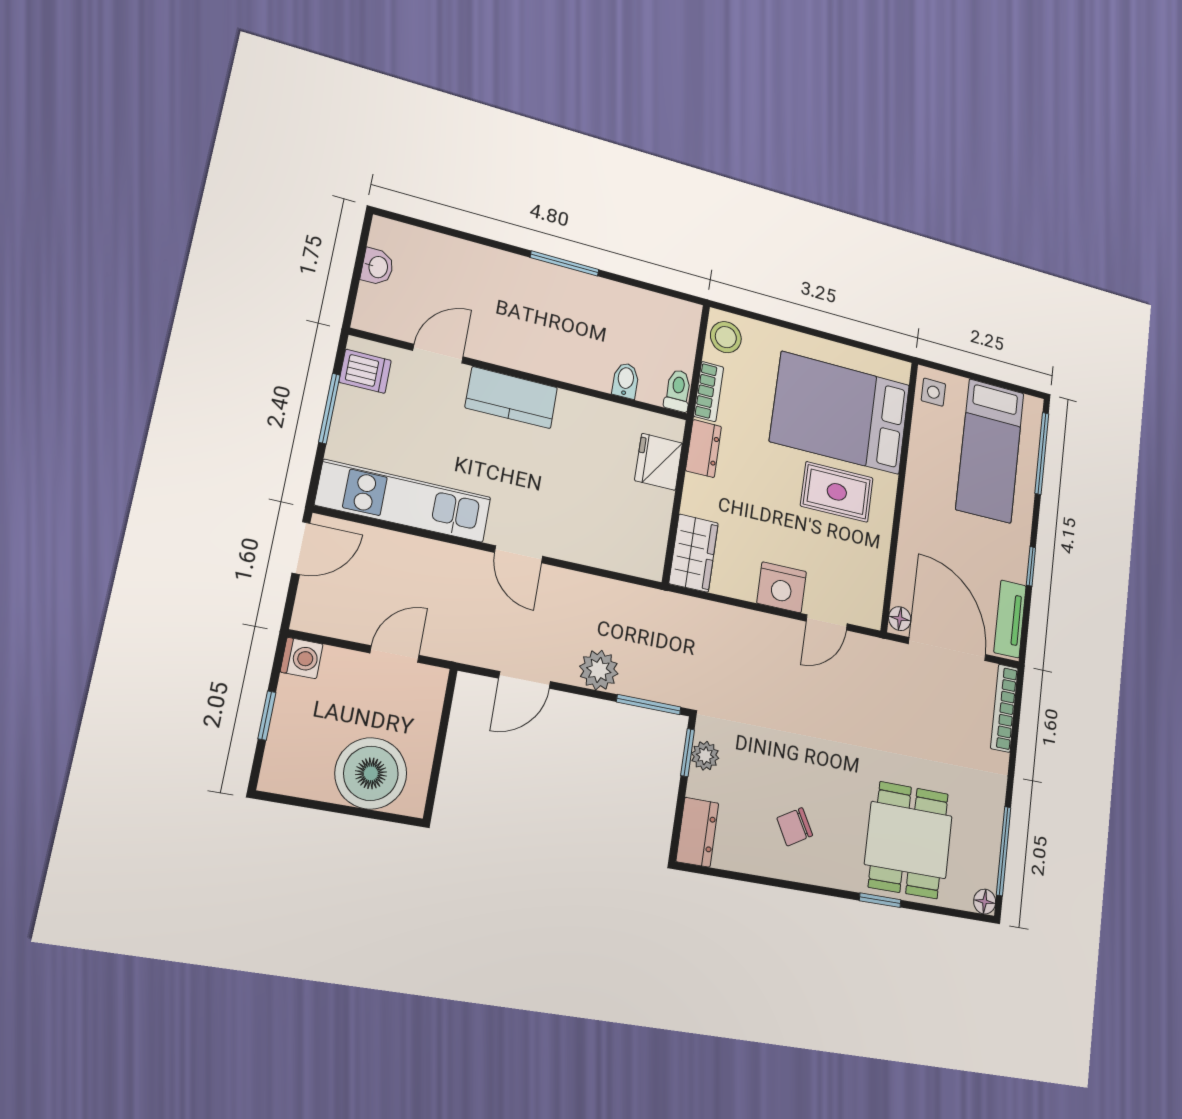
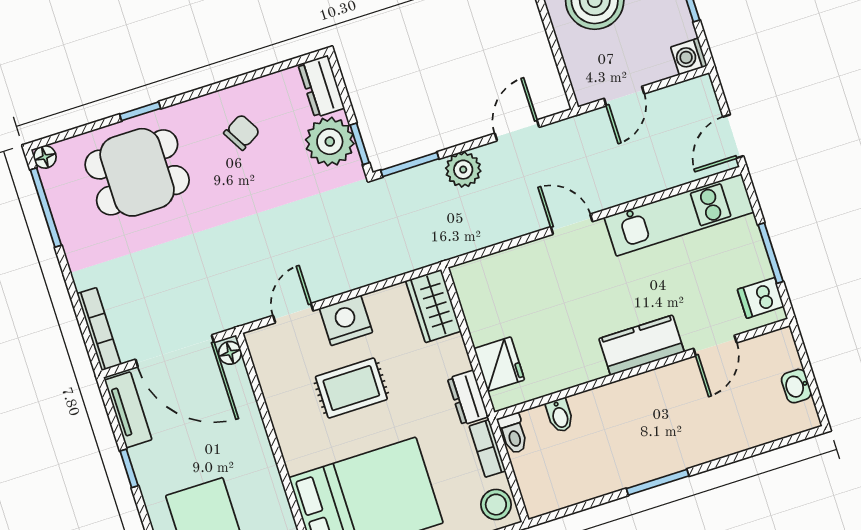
rug: (837, 492) -> (351, 388), moved
plant: (705, 756) -> (330, 142), width x1.88, depth x1.88
dining table: (909, 840) -> (137, 172), turned 90

